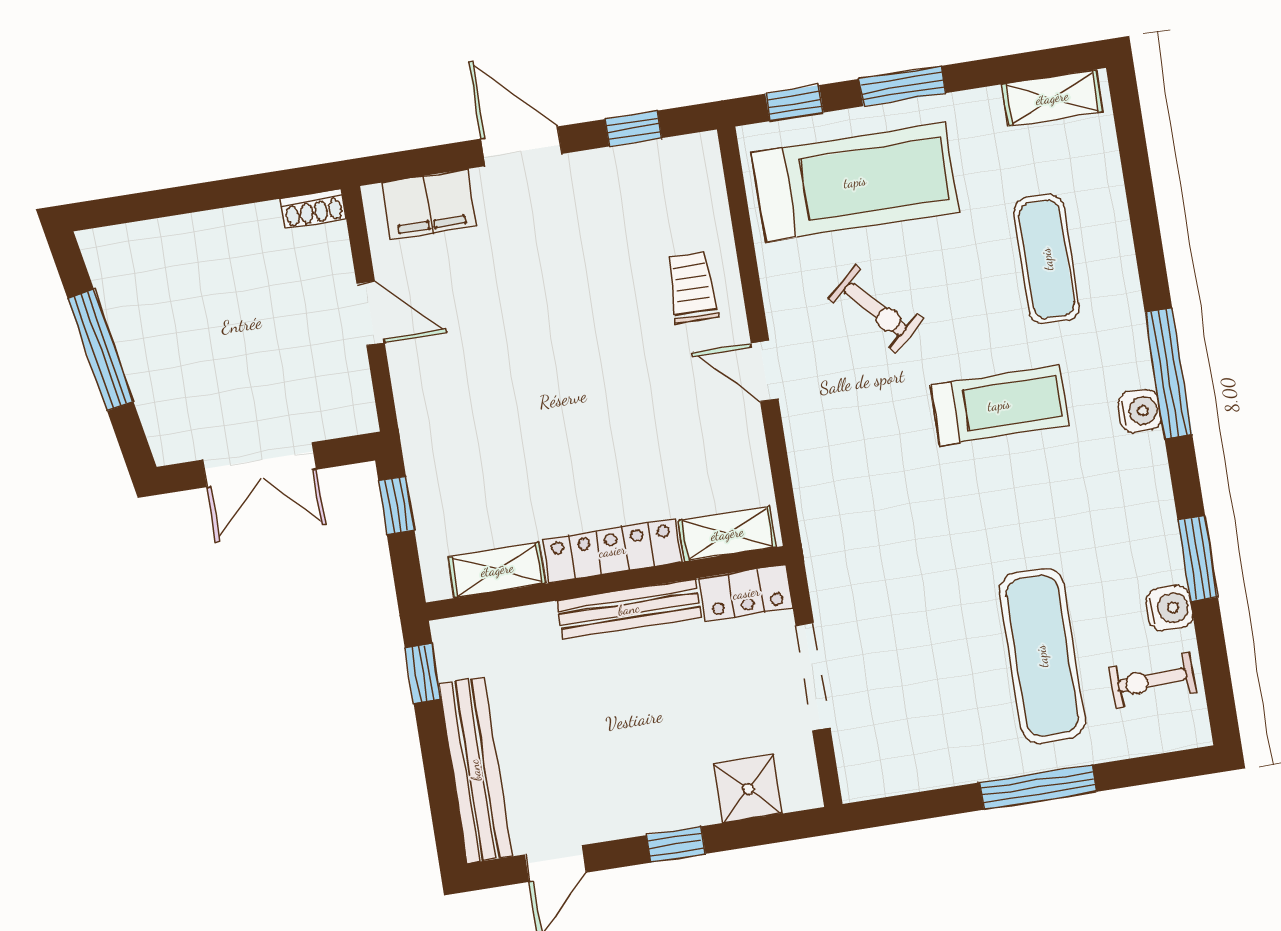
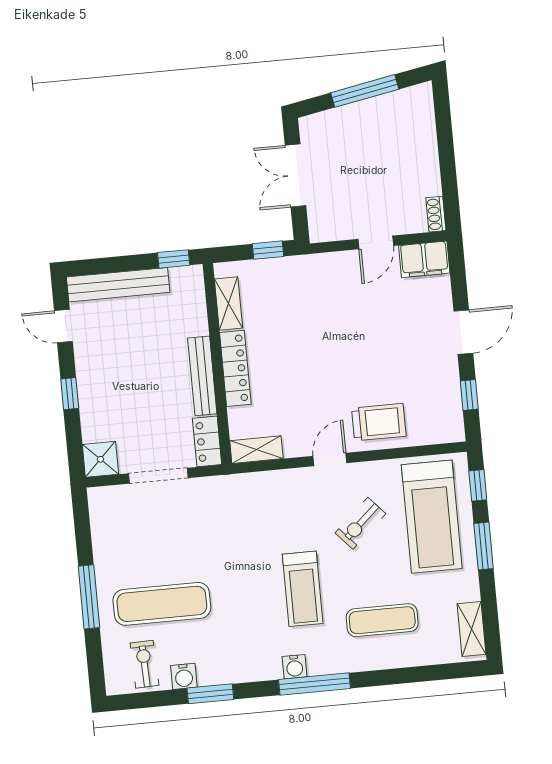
filing cabinet: (429, 205) -> (424, 259), moved, turned -90
trolley: (692, 288) -> (379, 422), width x1.36, depth x1.39
shelving: (727, 534) -> (256, 450), moved, turned 90
shower: (748, 789) -> (100, 459), moved

